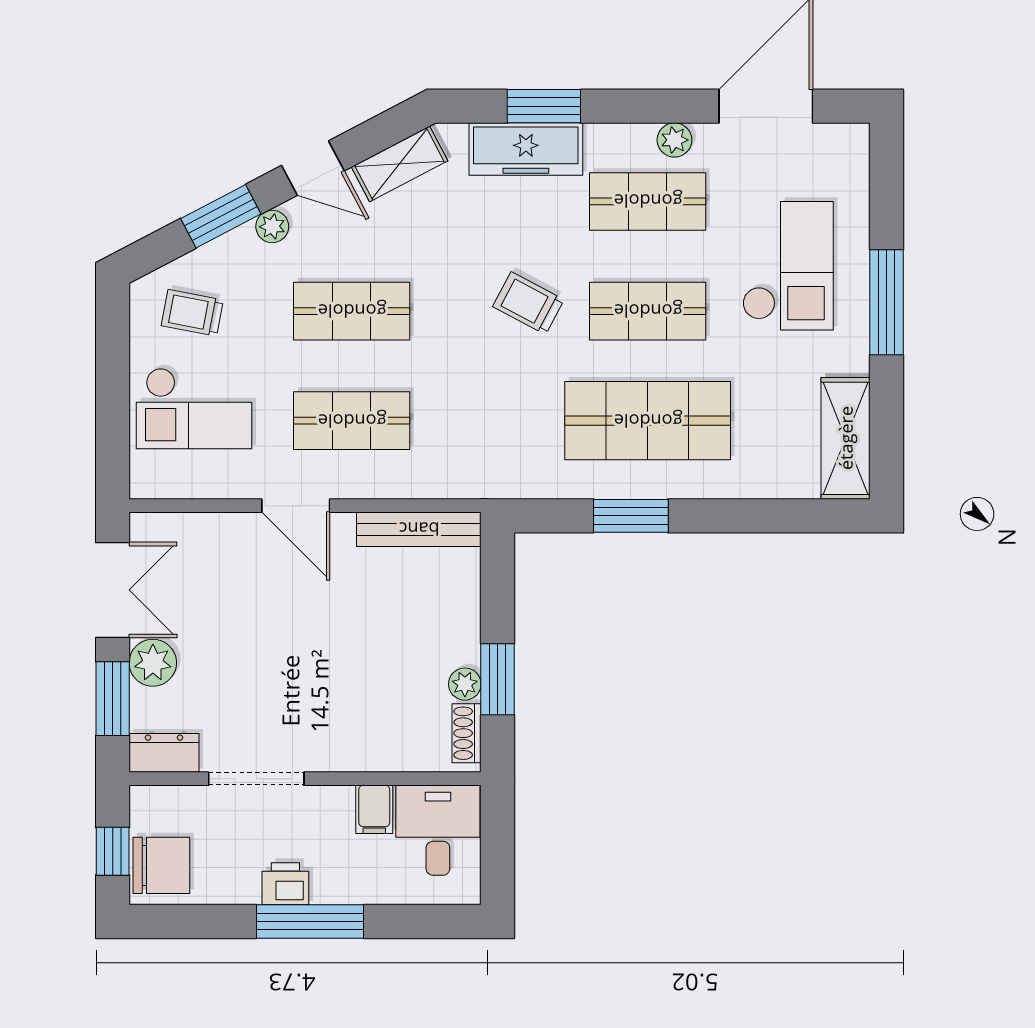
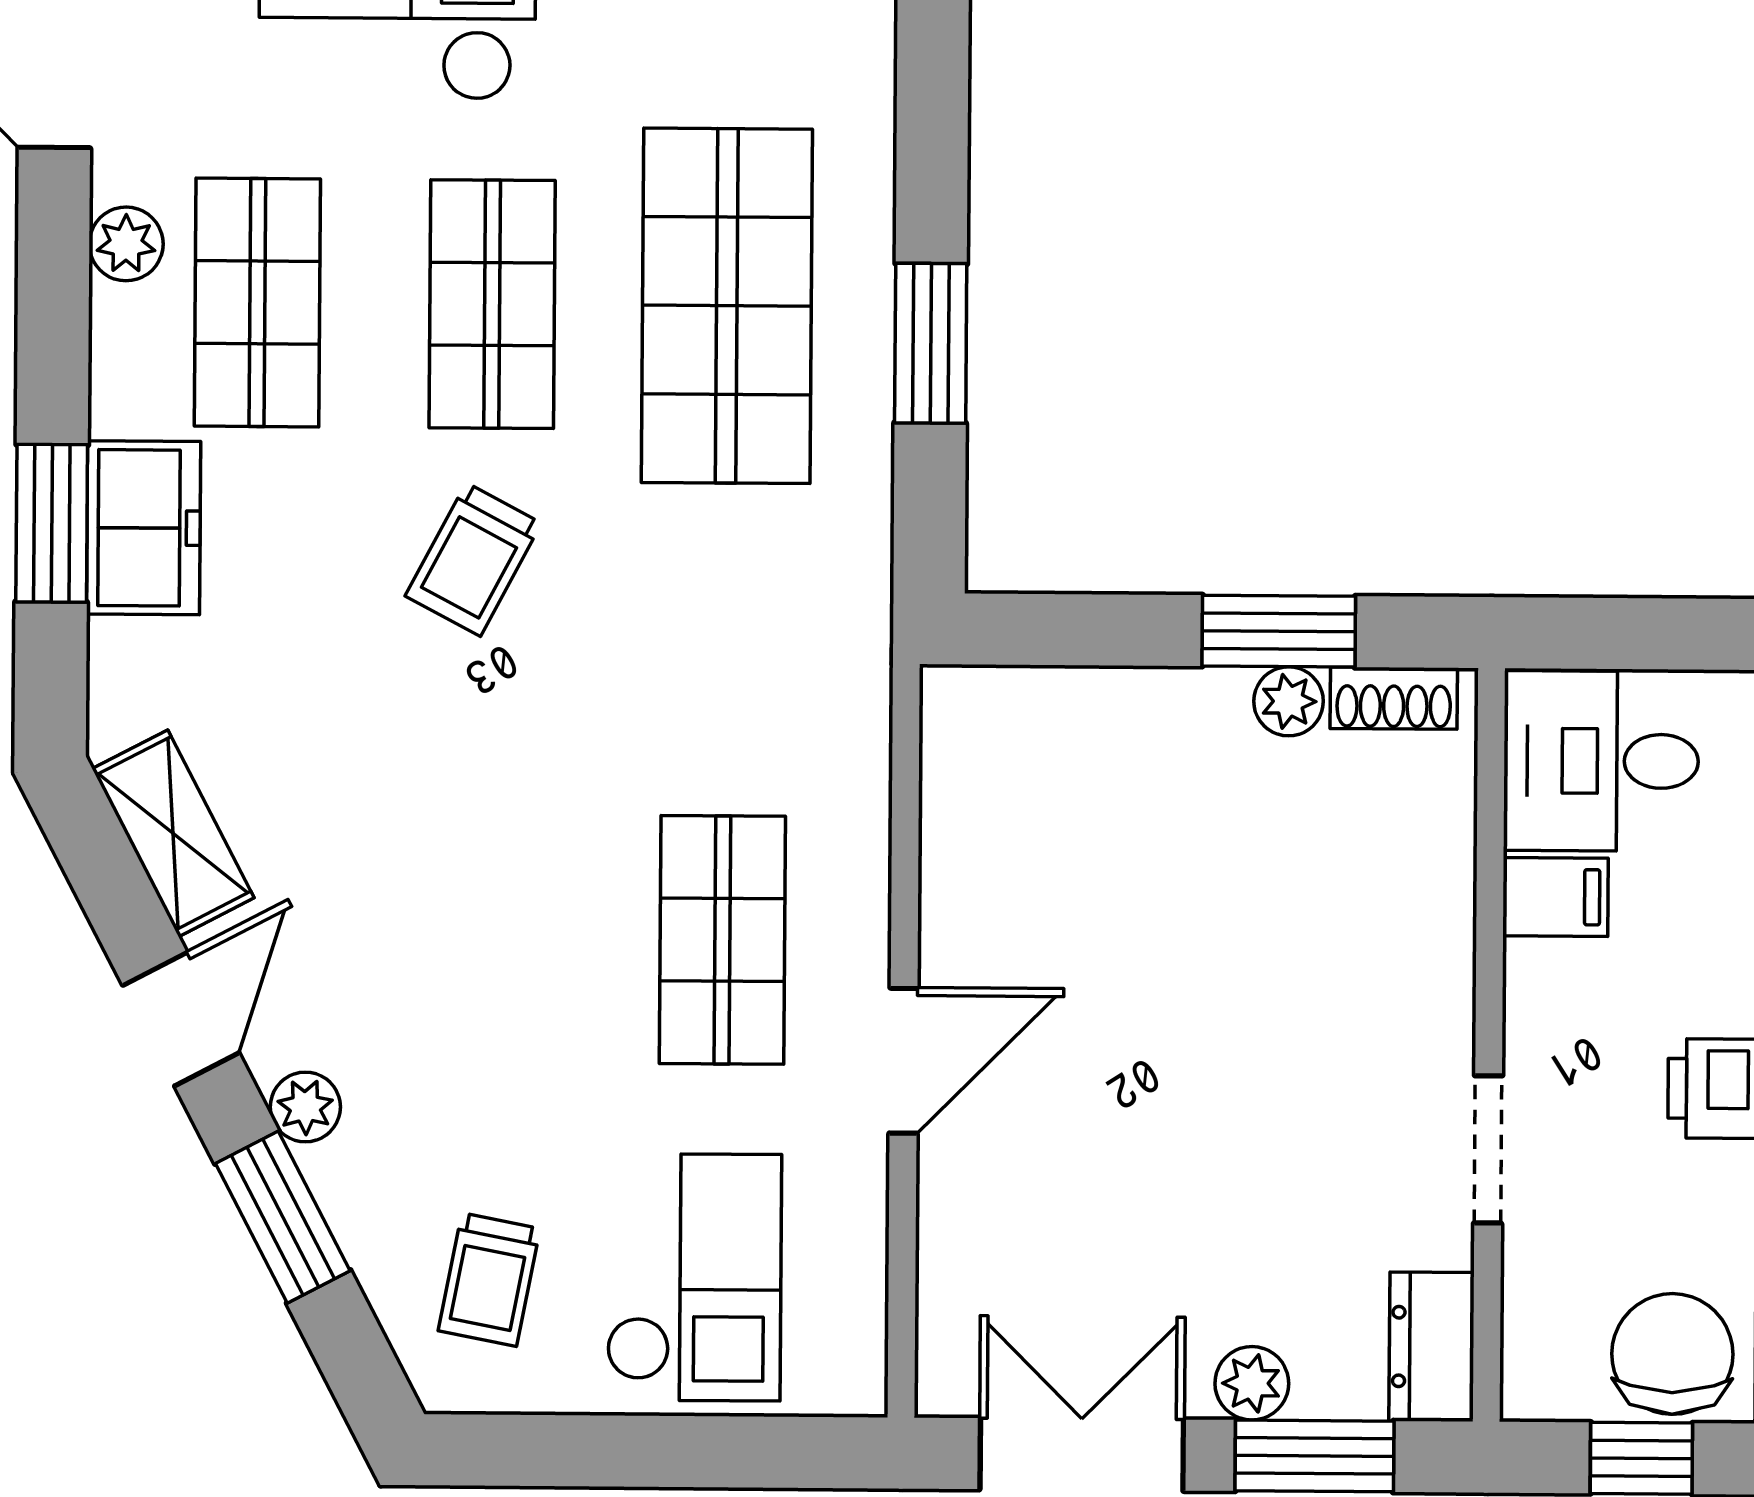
freezer: (526, 149) -> (144, 528), width x0.71
shop shelf: (352, 311) -> (488, 938), removed
bench: (419, 529) -> (956, 798), removed
plant: (153, 663) -> (1252, 1383), width x0.73, depth x0.73
doorway: (256, 779) -> (1488, 1149), width x0.73

